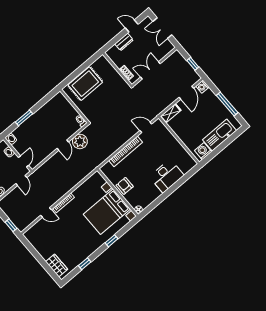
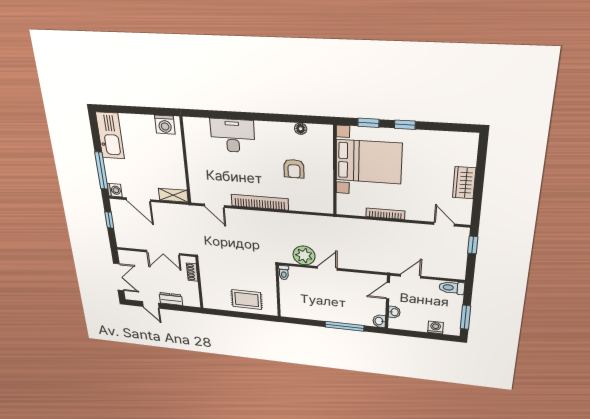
rug: (85, 84) -> (247, 300), width x0.73, depth x0.70
door: (186, 93) -> (138, 200), swing flipped
window: (227, 104) -> (101, 171), moved
window: (24, 118) -> (344, 326), width x1.44
kitchen sink: (220, 135) -> (110, 136), moved, turned -90
wall: (118, 192) -> (335, 171), moved
bed with nightstands: (107, 212) -> (369, 162), moved
door: (46, 213) -> (444, 224), moved
window: (85, 264) -> (405, 125), moved
wardrobe: (57, 265) -> (464, 183), moved

